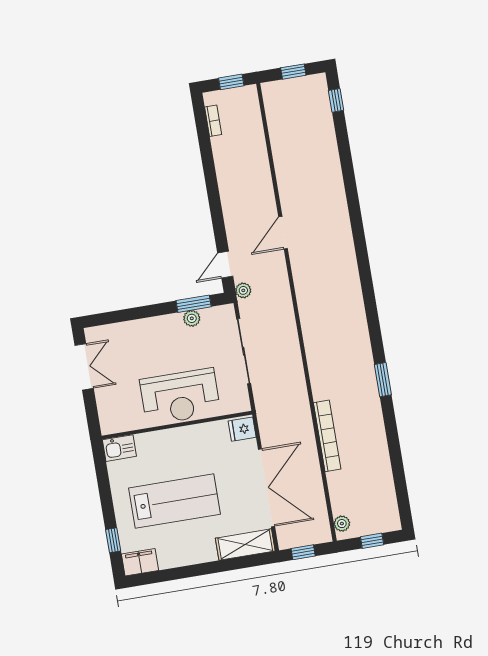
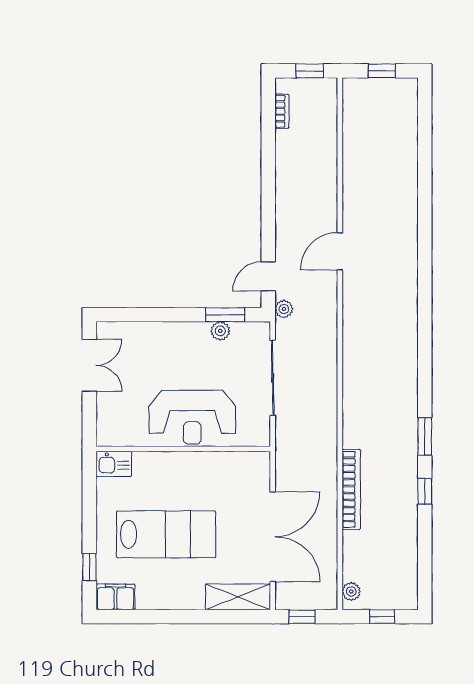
window: (336, 100) -> (425, 491), moved
fridge: (242, 429) -> (256, 466), removed

